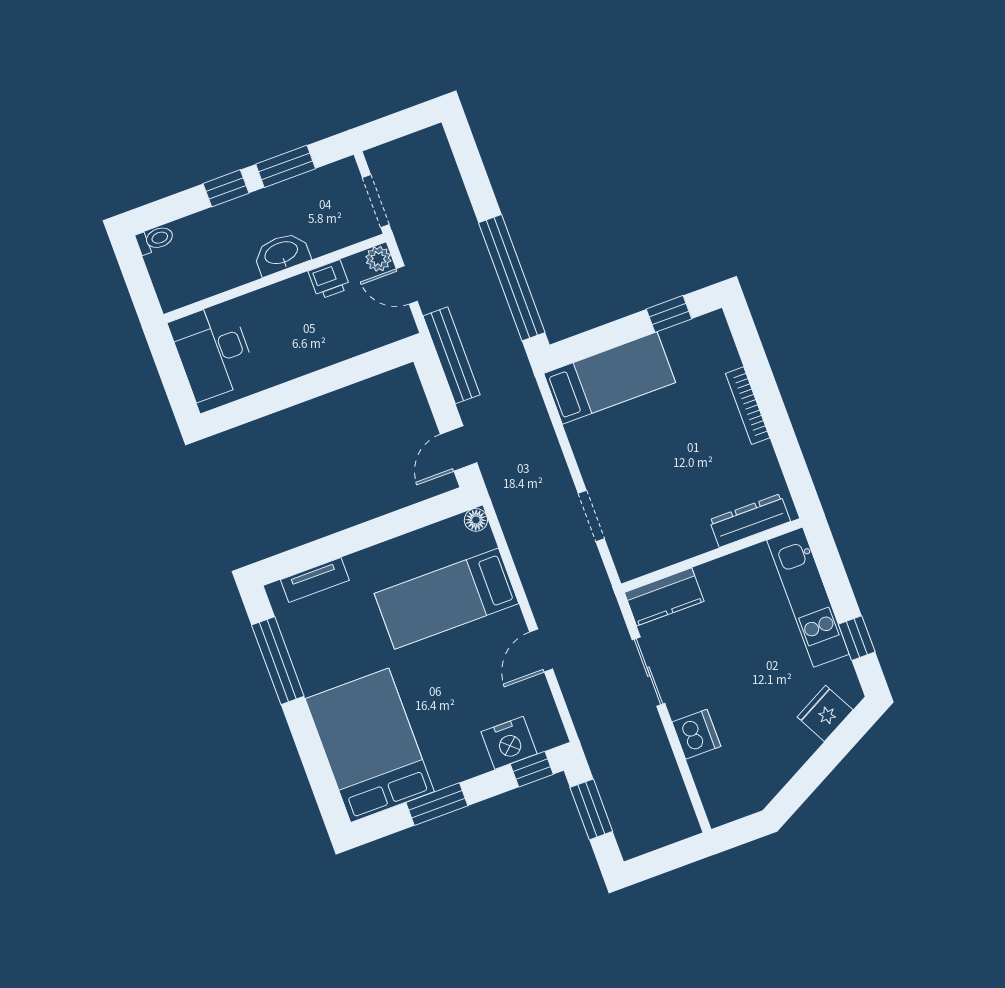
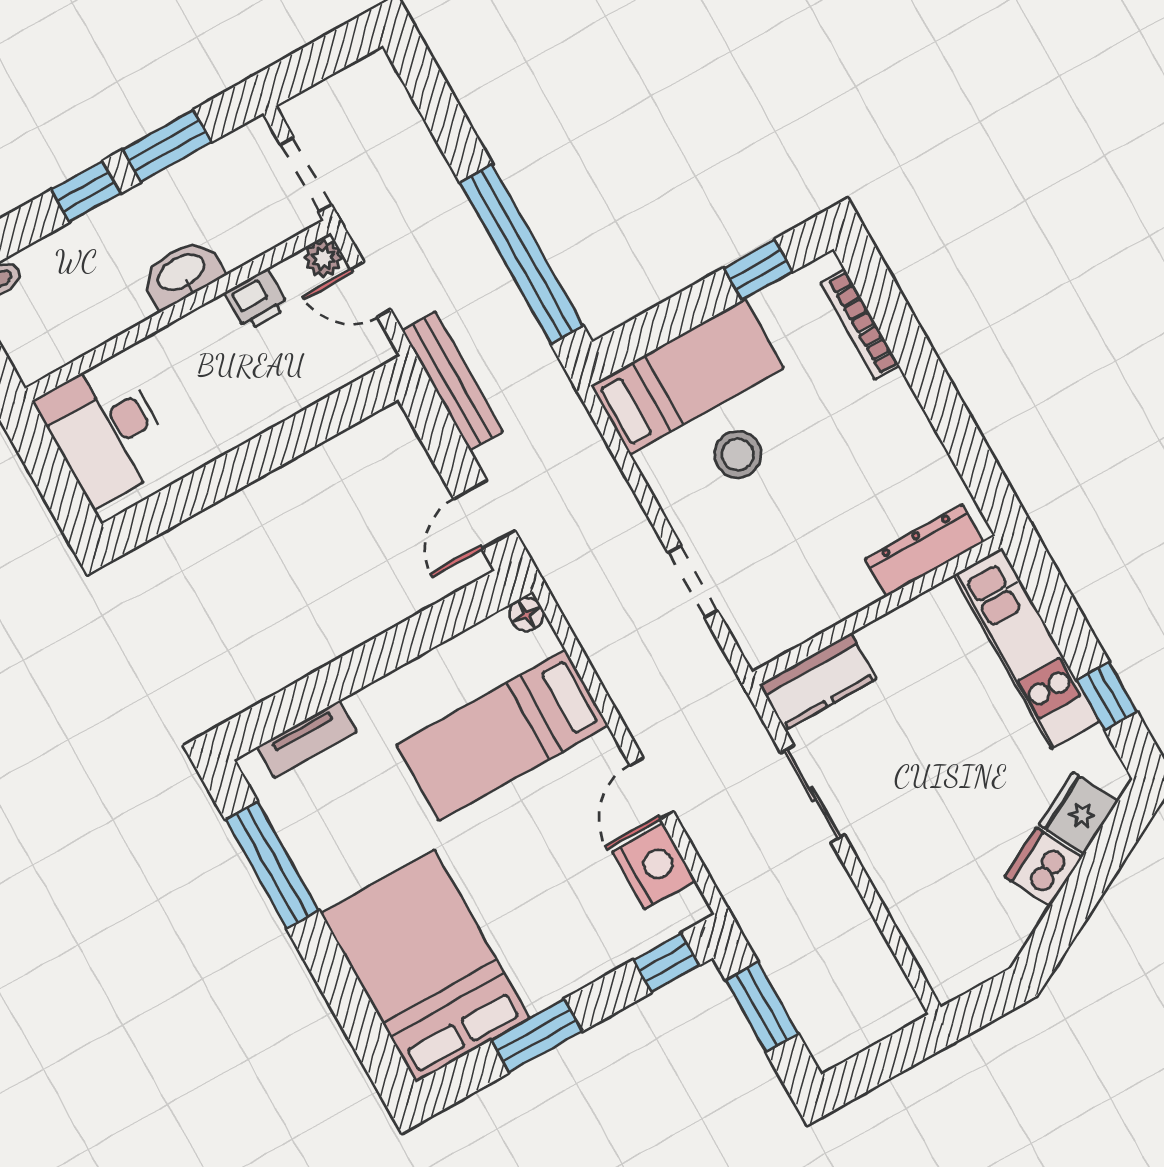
bookcase: (748, 406) -> (860, 324), moved
stool: (635, 436) -> (738, 454), added
dishwasher: (696, 734) -> (1043, 867), moved, turned -118
nightstand: (509, 743) -> (654, 866), moved, turned -90

